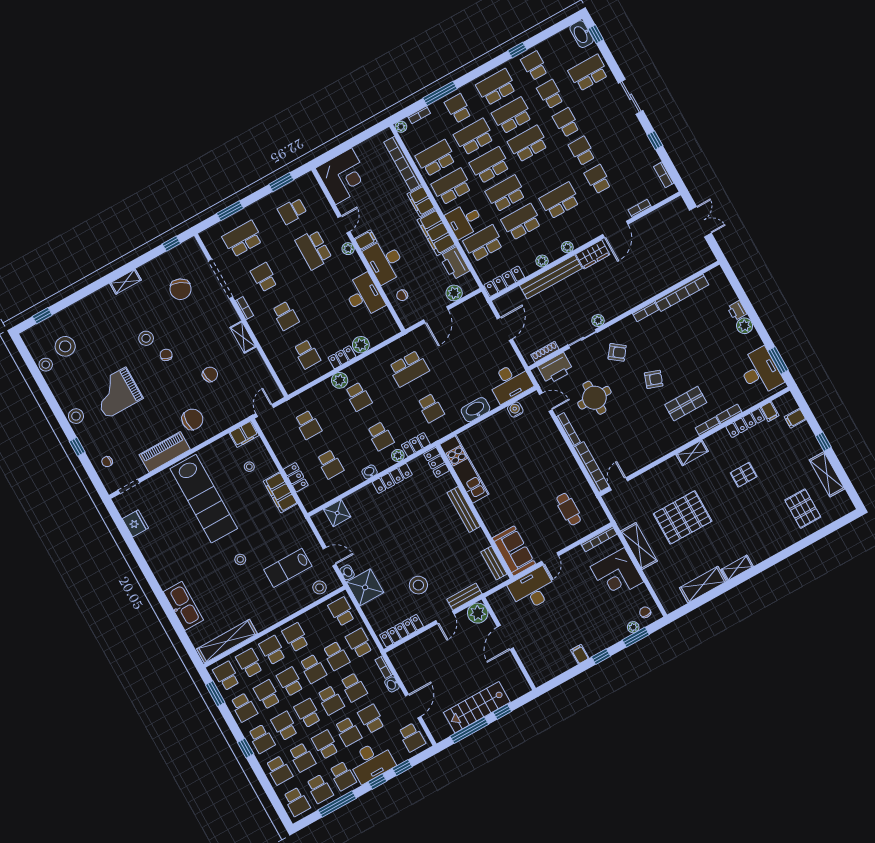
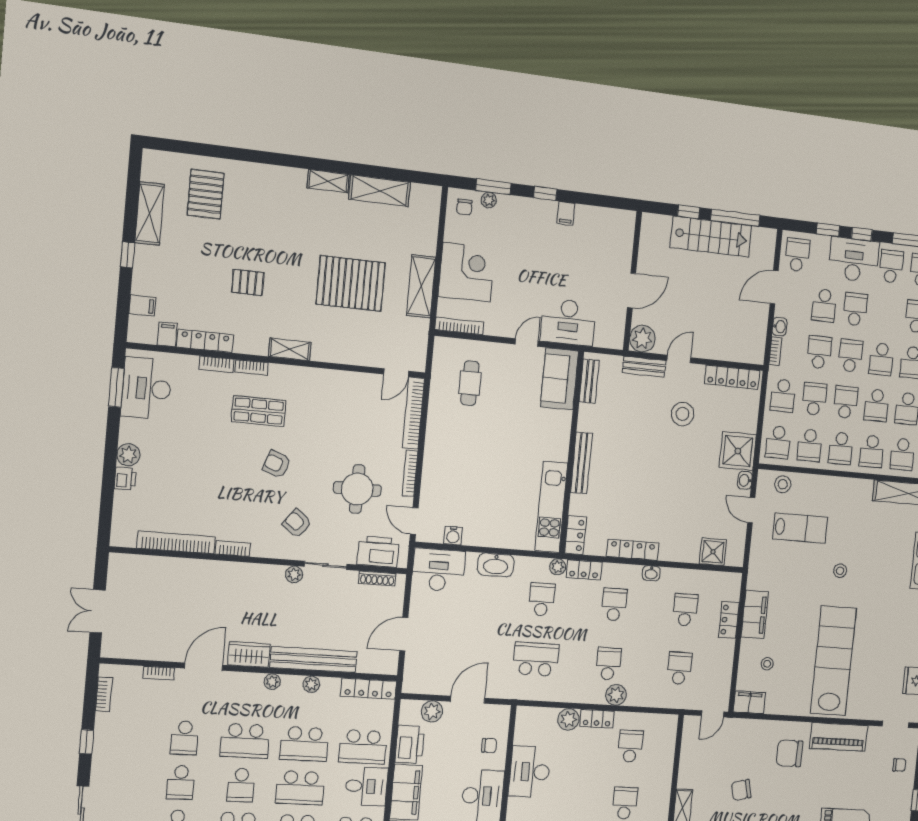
school desk: (544, 172) -> (241, 785), added
plant: (398, 456) -> (558, 567), moved
school desk: (325, 745) -> (810, 445), moved

